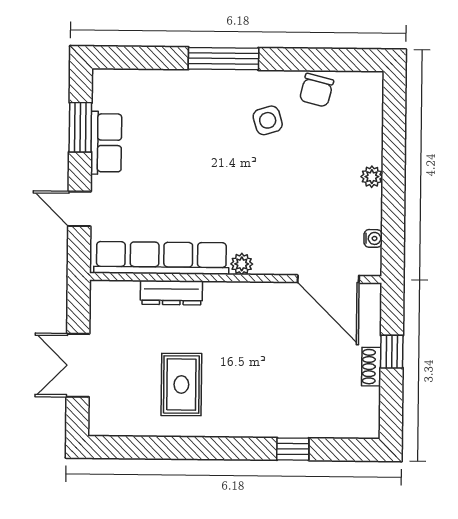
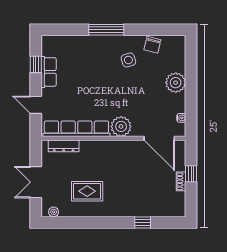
window: (80, 127) -> (36, 64), width x0.67
plant: (372, 177) -> (176, 83), width x1.88, depth x1.88
plant: (242, 264) -> (121, 126), width x1.88, depth x1.88
dresser: (171, 293) -> (64, 146), moved
rug: (181, 385) -> (87, 191), turned 90
plant: (113, 426) -> (54, 212), added

